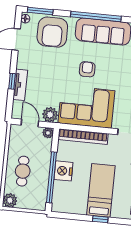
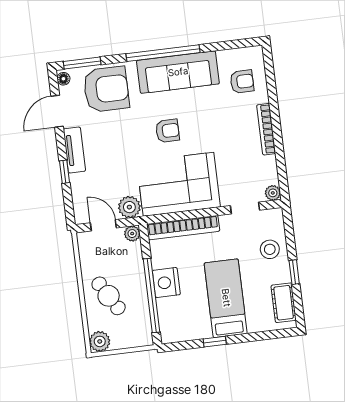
armchair: (52, 32) -> (106, 89), turned -90
armchair: (87, 69) -> (167, 131), turned 90
tv unit: (20, 85) -> (74, 150), moved
cafe table: (23, 171) -> (109, 296), turned -31
window: (100, 219) -> (215, 342), moved

